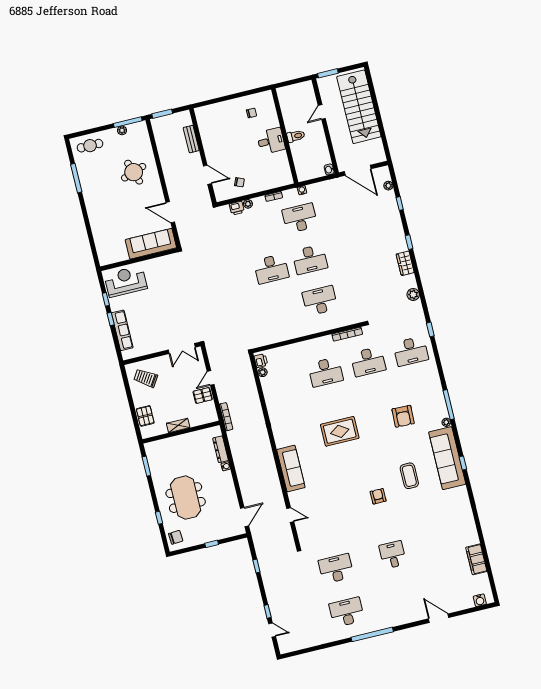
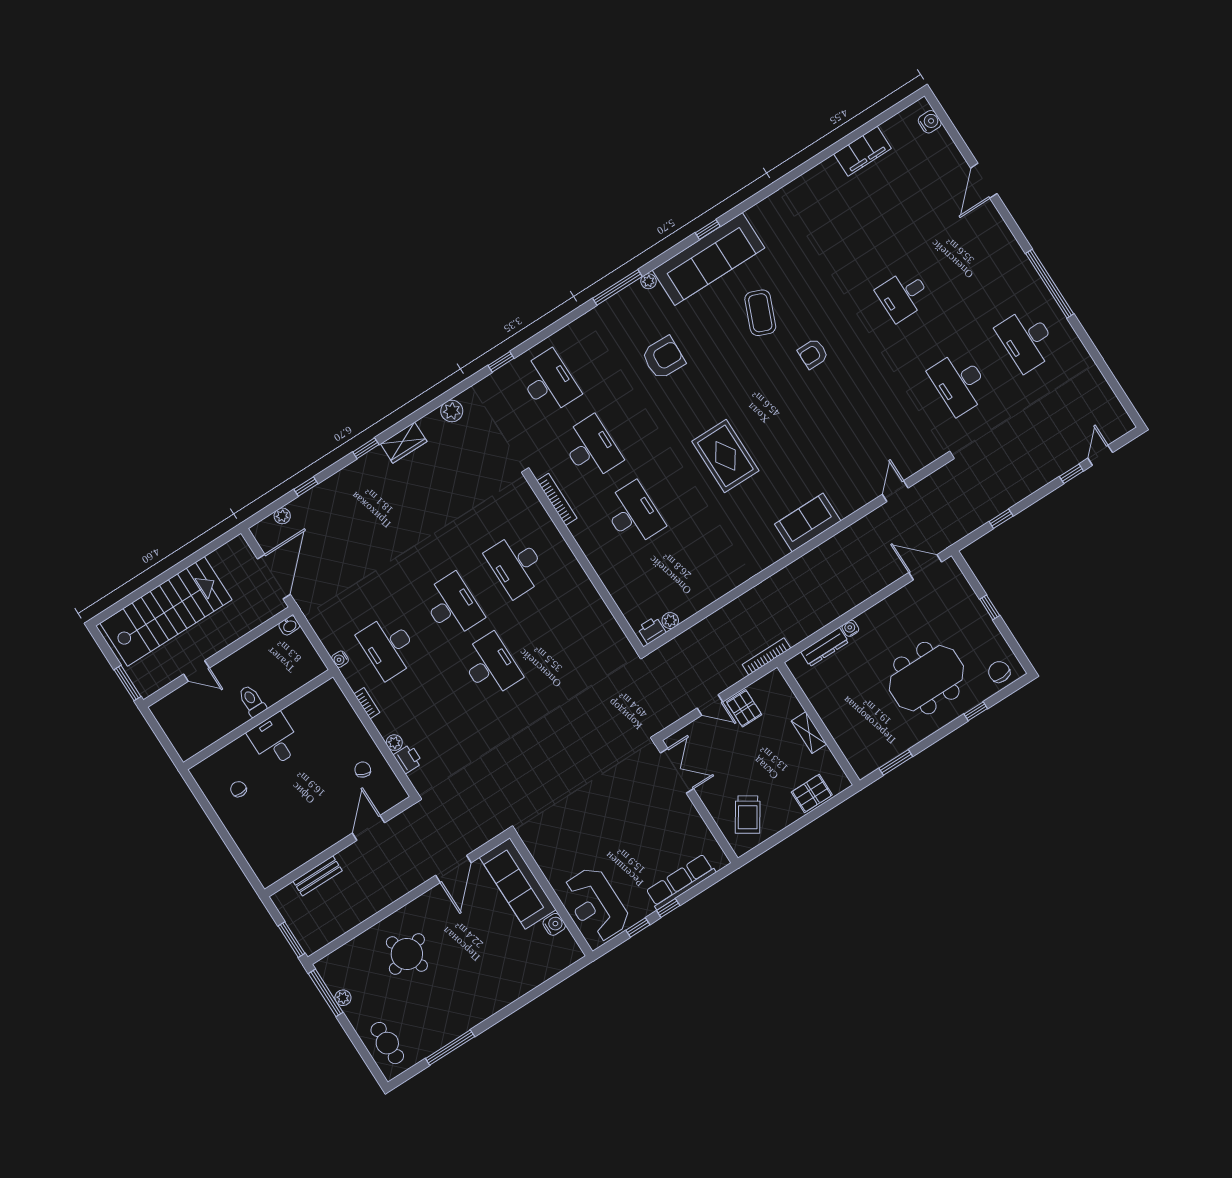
water cooler: (123, 256) -> (554, 924), added
sofa: (291, 469) -> (808, 522), width x0.73
coffee table: (409, 476) -> (760, 313), turned -68

